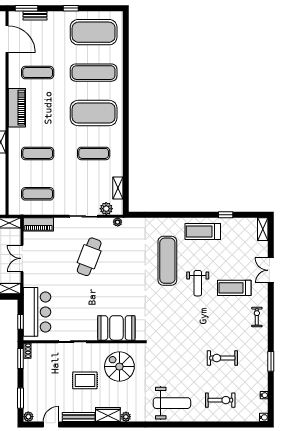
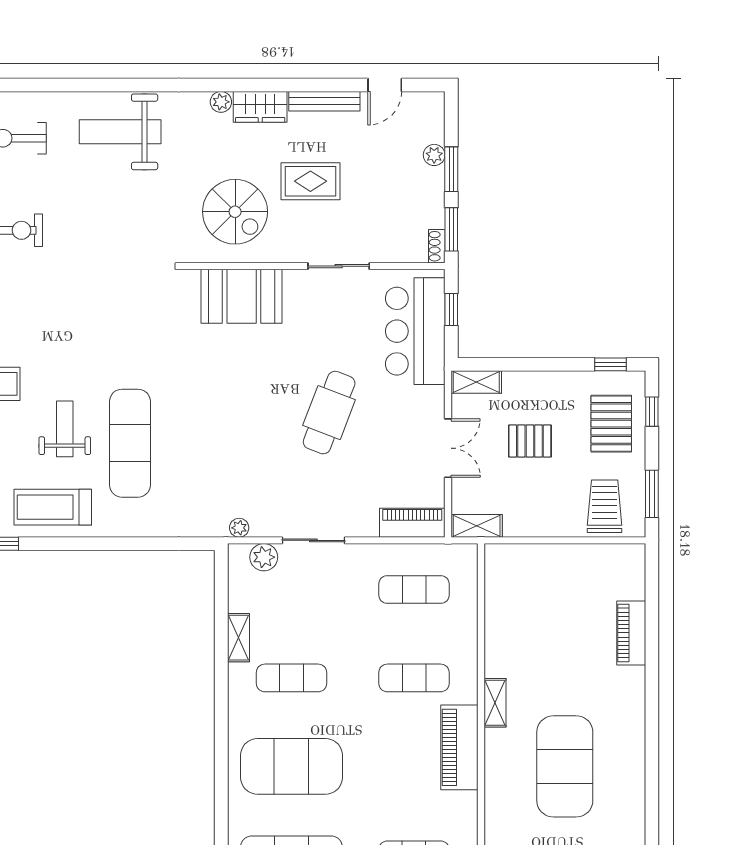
piano: (17, 108) -> (459, 747), moved
shelving: (118, 188) -> (238, 638), moved
treadmill: (203, 231) -> (53, 507), turned 180
cafe table: (89, 257) -> (329, 413), moved
weight bench: (198, 283) -> (65, 429), moved
window: (21, 398) -> (451, 169), moved
plant: (28, 417) -> (434, 155), moved

